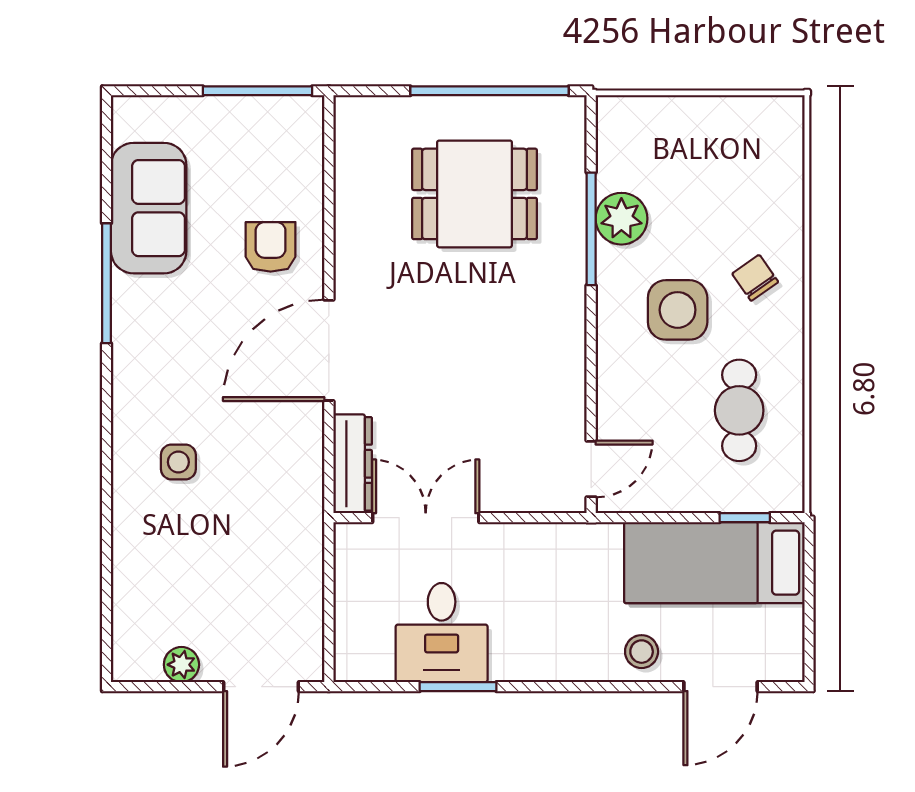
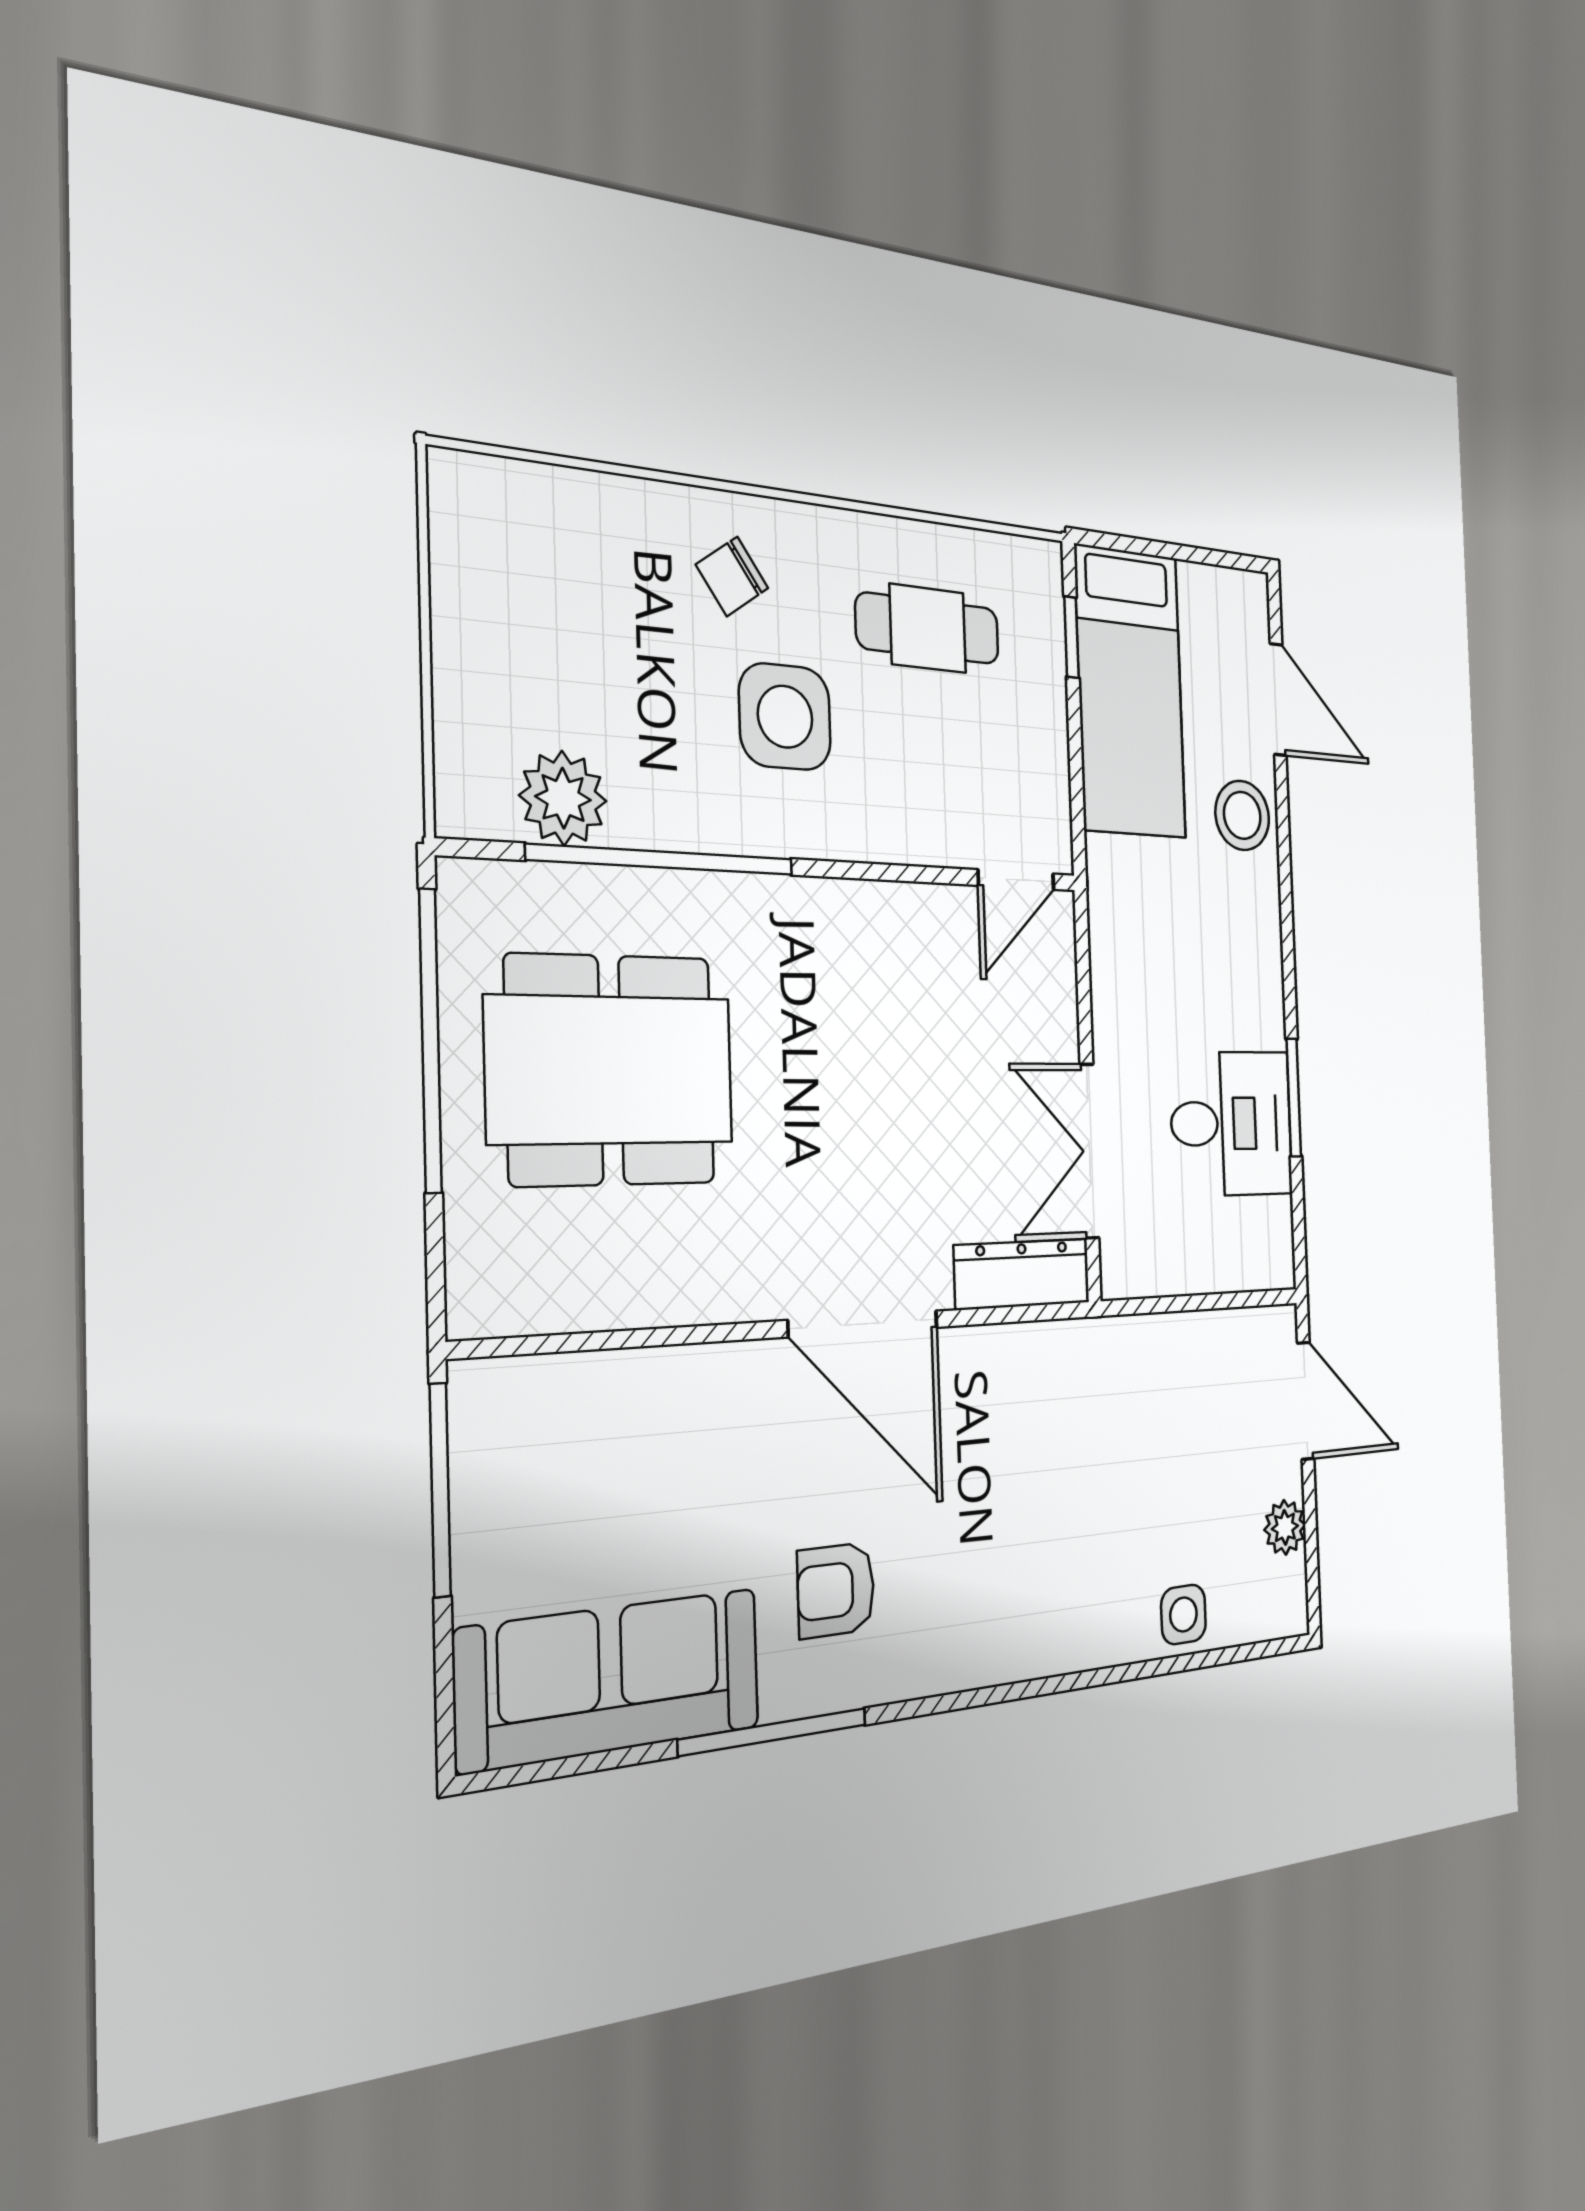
dining table: (475, 194) -> (611, 1070), width x1.38
sofa: (149, 208) -> (611, 1679), width x1.36
plant: (621, 219) -> (563, 798), moved
window: (591, 229) -> (663, 860), width x1.46
armchair: (271, 247) -> (836, 1590), moved
side table: (178, 462) -> (1183, 1614), moved
door: (591, 469) -> (1016, 880), swing flipped
stool: (642, 652) -> (1242, 815), width x1.37, depth x1.37

